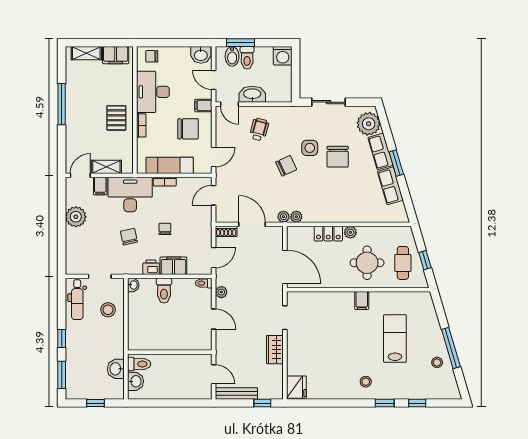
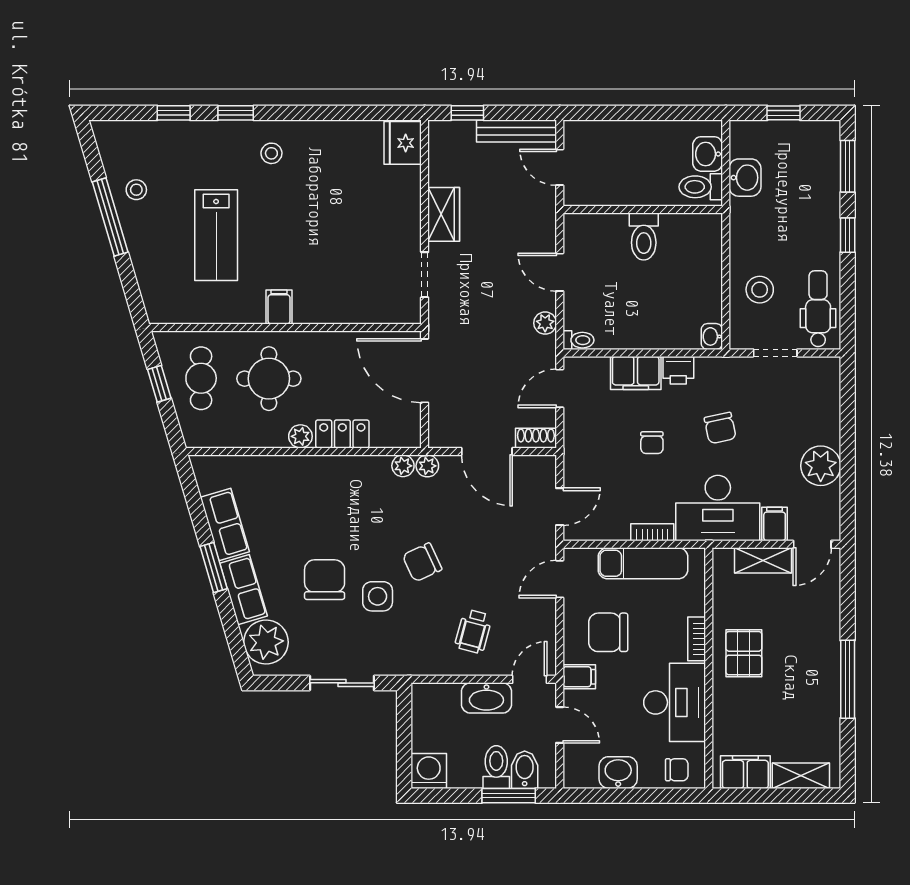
washbasin: (201, 55) -> (618, 773), moved
door: (229, 104) -> (530, 679), hinge flipped
toilet: (164, 291) -> (644, 236), moved, turned 180

